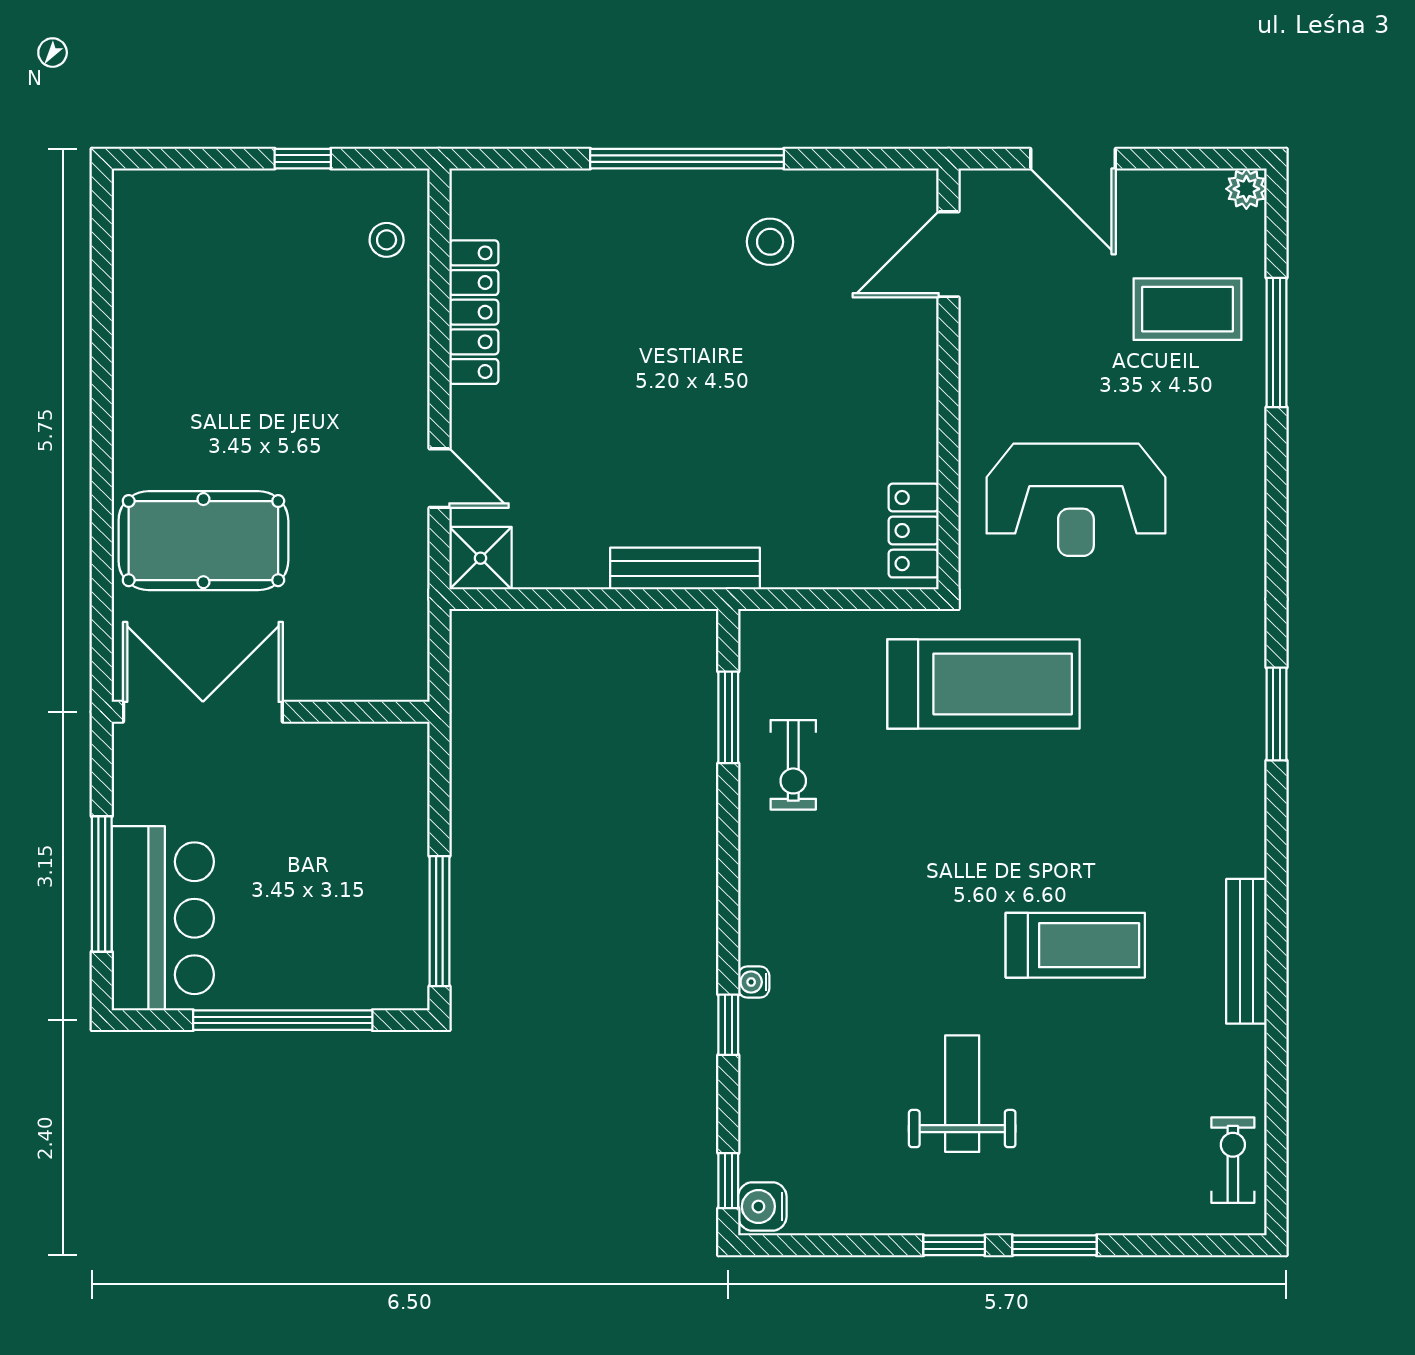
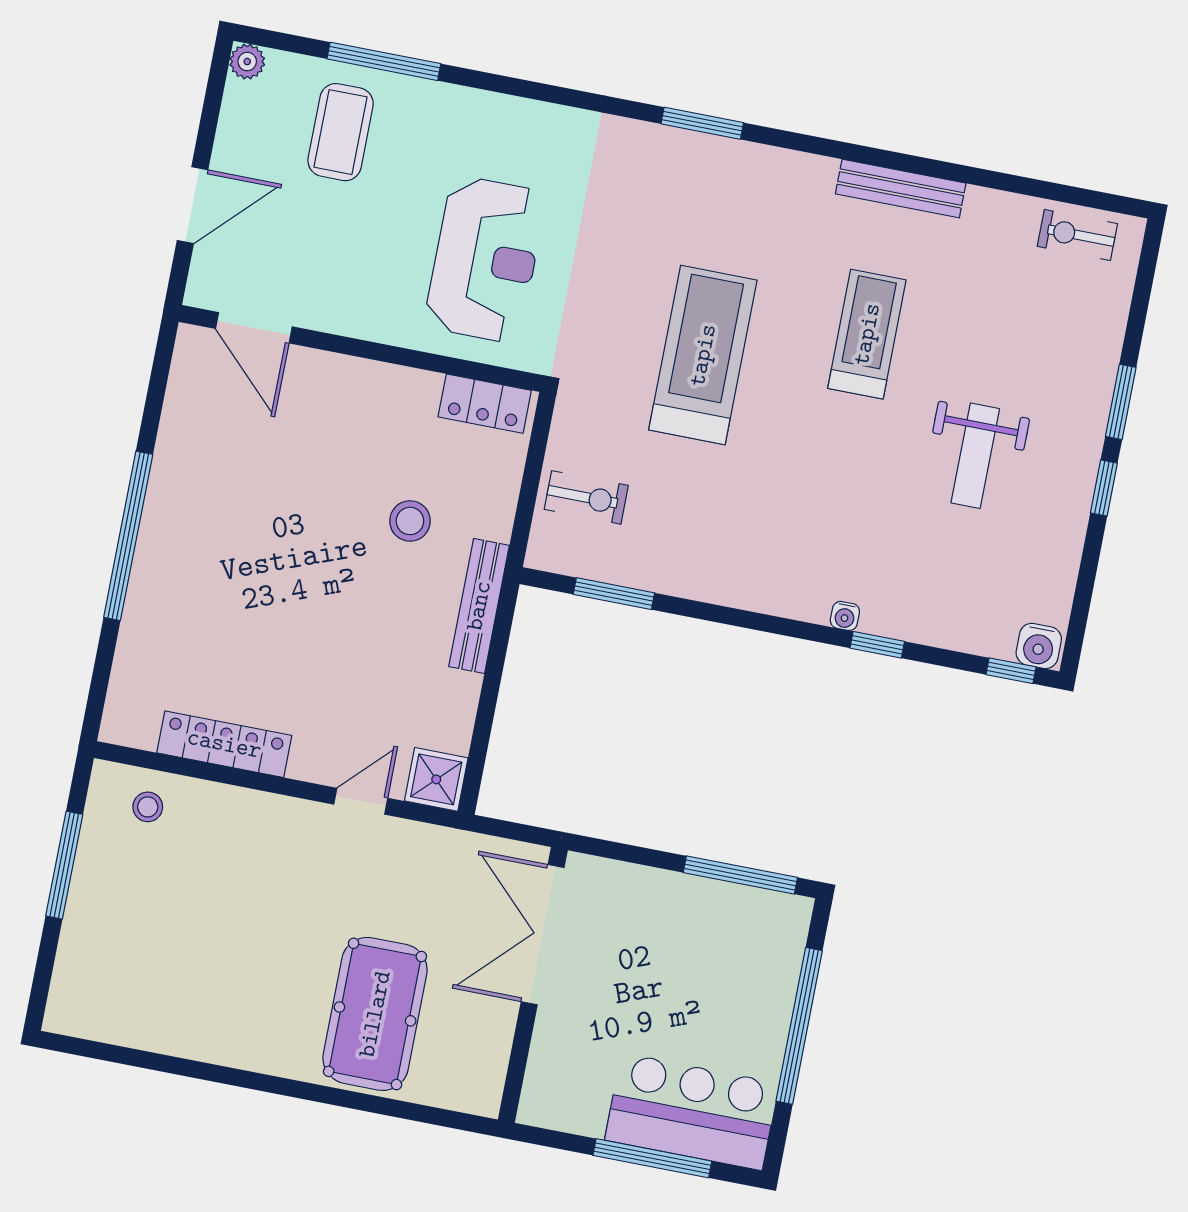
window: (303, 159) -> (64, 865), width x2.17
stool: (770, 242) -> (410, 521), moved
treadmill: (983, 684) -> (703, 355), moved
double door: (203, 712) -> (543, 935), moved
exercise bike: (793, 765) -> (586, 497), moved
weight bench: (962, 1094) -> (975, 456), turned -90

